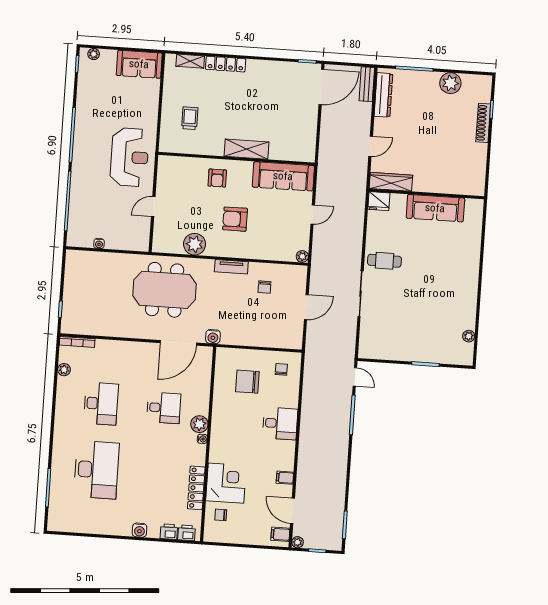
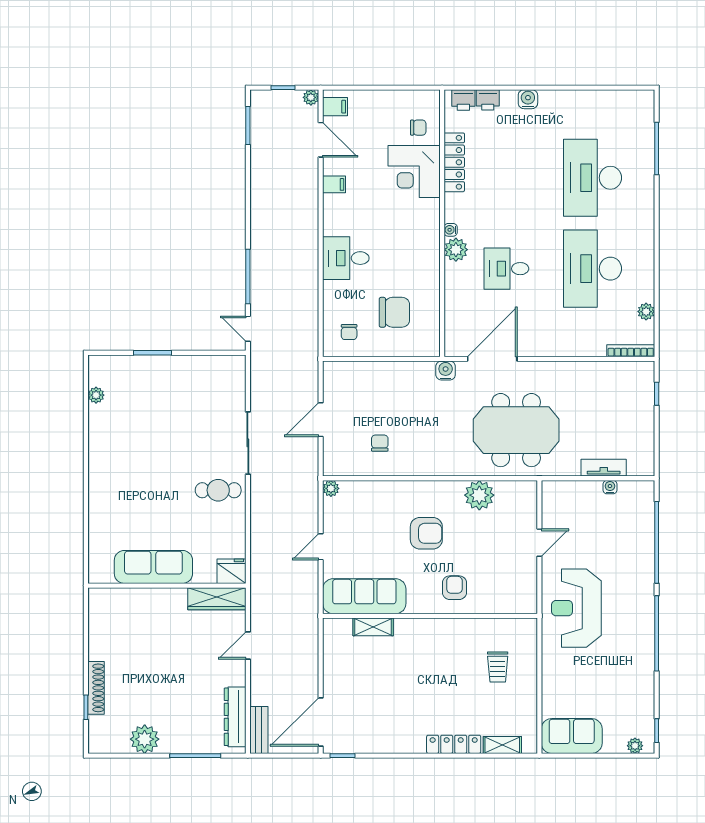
shelving: (246, 149) -> (373, 627), moved, width x0.67, depth x0.75
tv unit: (231, 267) -> (604, 468), moved
desk: (101, 404) -> (592, 269), width x1.36, depth x1.30

